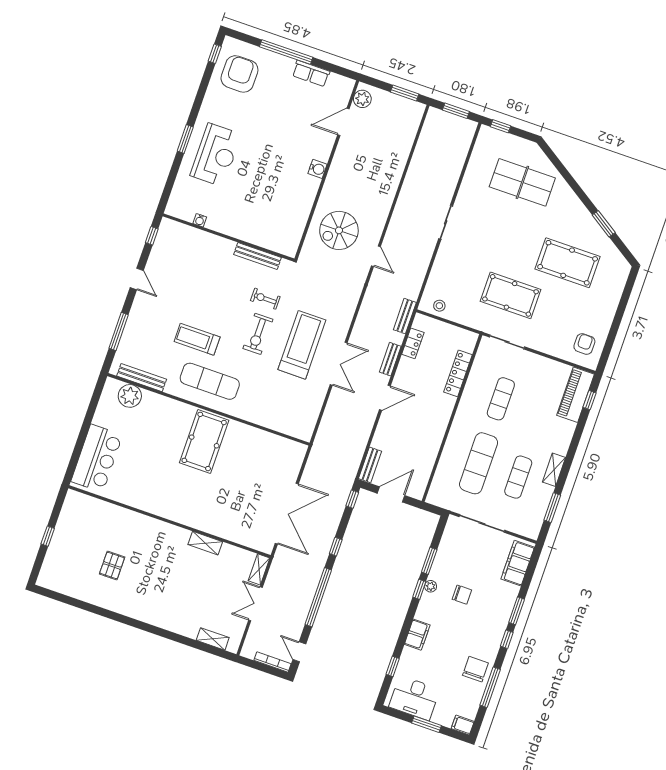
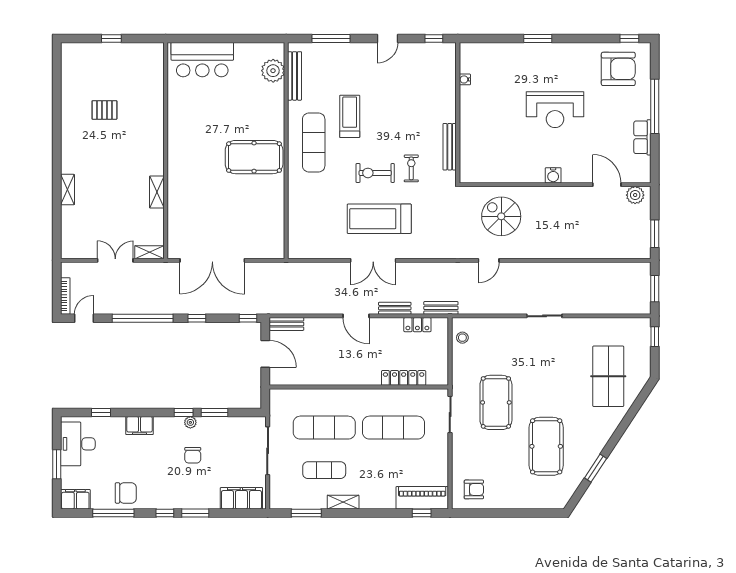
reception desk: (216, 155) -> (555, 110), moved
treadmill: (302, 345) -> (379, 219), turned 180
exercise mat: (501, 399) -> (393, 428), width x1.36, depth x1.45
shelving: (213, 639) -> (67, 190), moved
filing cabinet: (463, 725) -> (75, 499), width x2.00

